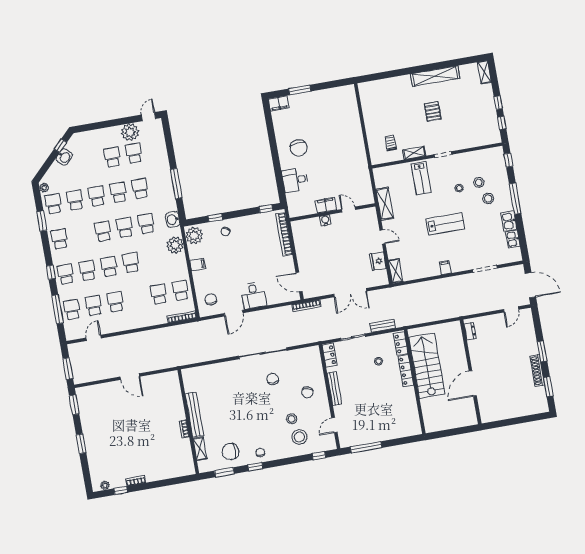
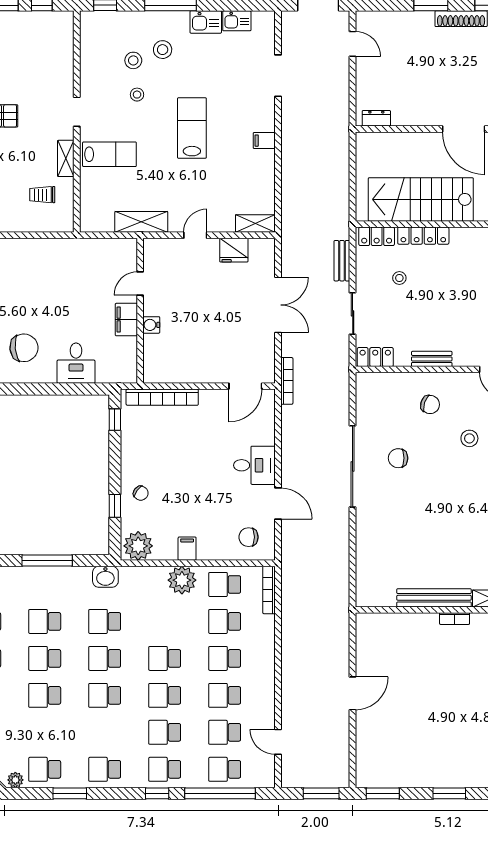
school desk: (75, 200) -> (225, 658), moved
plant: (175, 245) -> (182, 580), moved
window: (57, 309) -> (220, 793), width x1.46
bench: (334, 389) -> (432, 359), width x0.73

